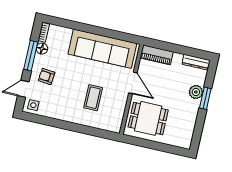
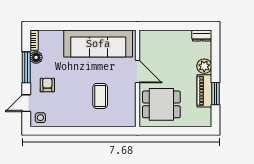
piano: (157, 55) -> (204, 91), moved, turned 90
dresser: (196, 62) -> (202, 35), width x0.70
armchair: (47, 76) -> (47, 85), turned 84
window: (205, 98) -> (215, 94), moved

